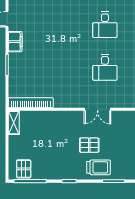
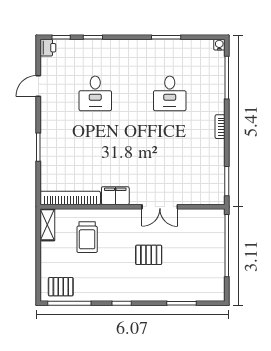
filing cabinet: (15, 42) -> (115, 196), moved, turned -90
desk: (105, 67) -> (95, 93), moved
trolley: (99, 167) -> (87, 237), moved, turned 90
pallet: (24, 169) -> (61, 287), turned 90

